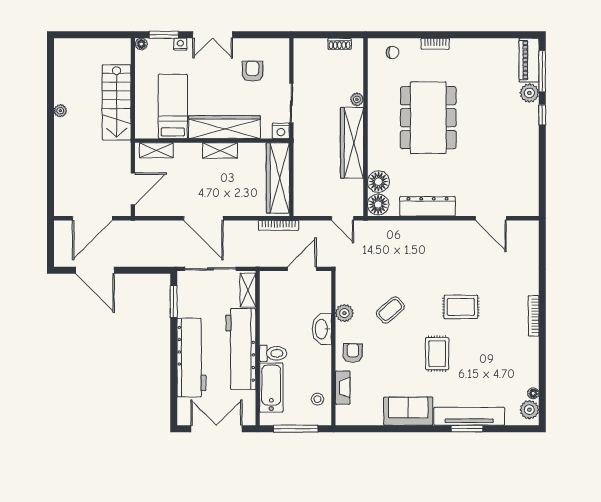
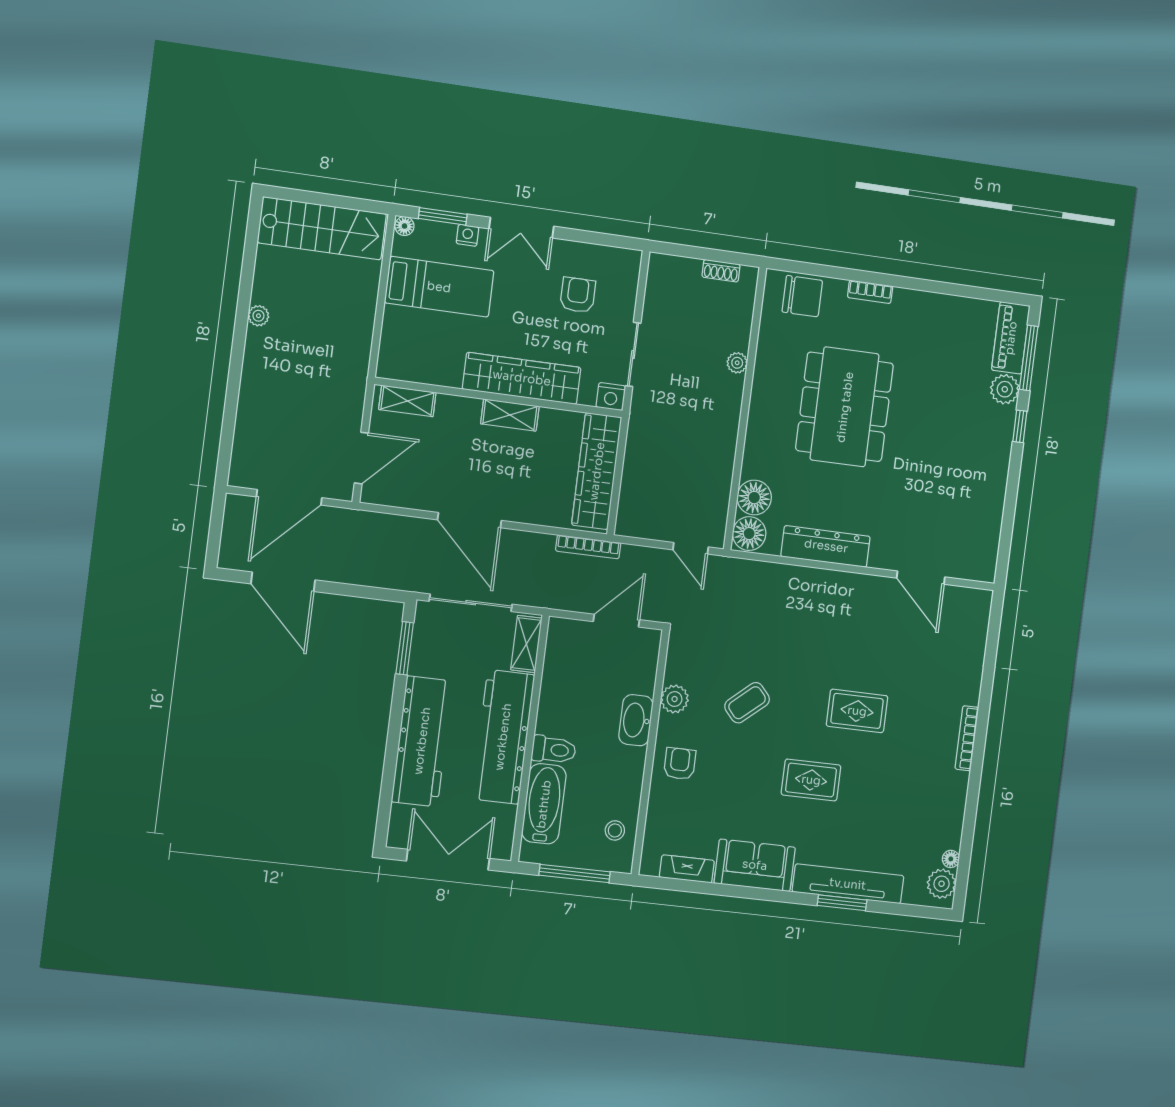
chair: (393, 52) -> (802, 296), width x1.87, depth x1.87
stairs: (117, 102) -> (322, 228), moved, turned -90
bed: (173, 106) -> (439, 287), moved, turned 90
wardrobe: (352, 143) -> (721, 431), removed
rug: (437, 354) -> (811, 780), turned 90
fireplace: (343, 388) -> (687, 869), moved, turned -90

